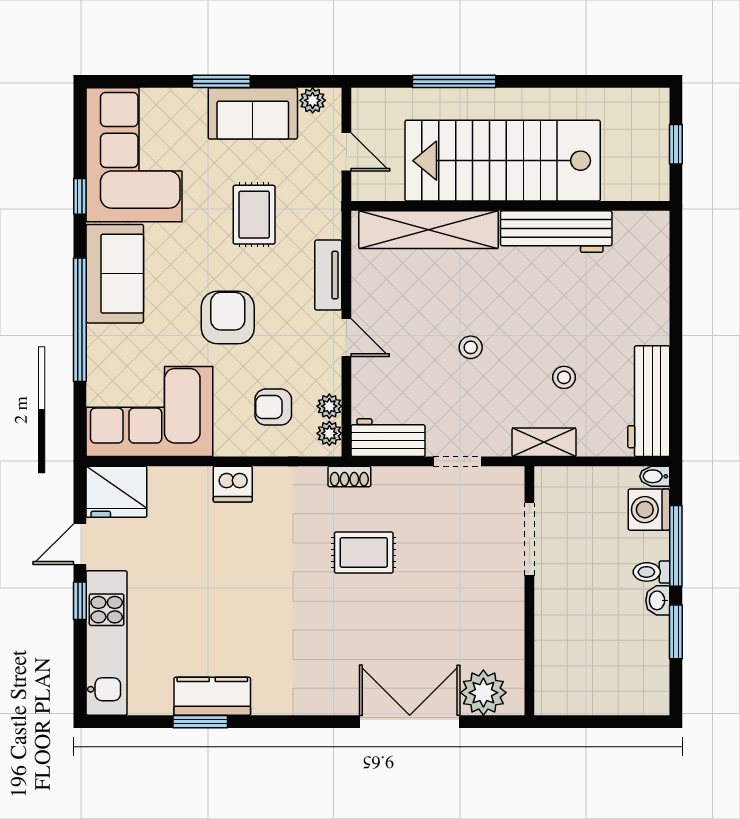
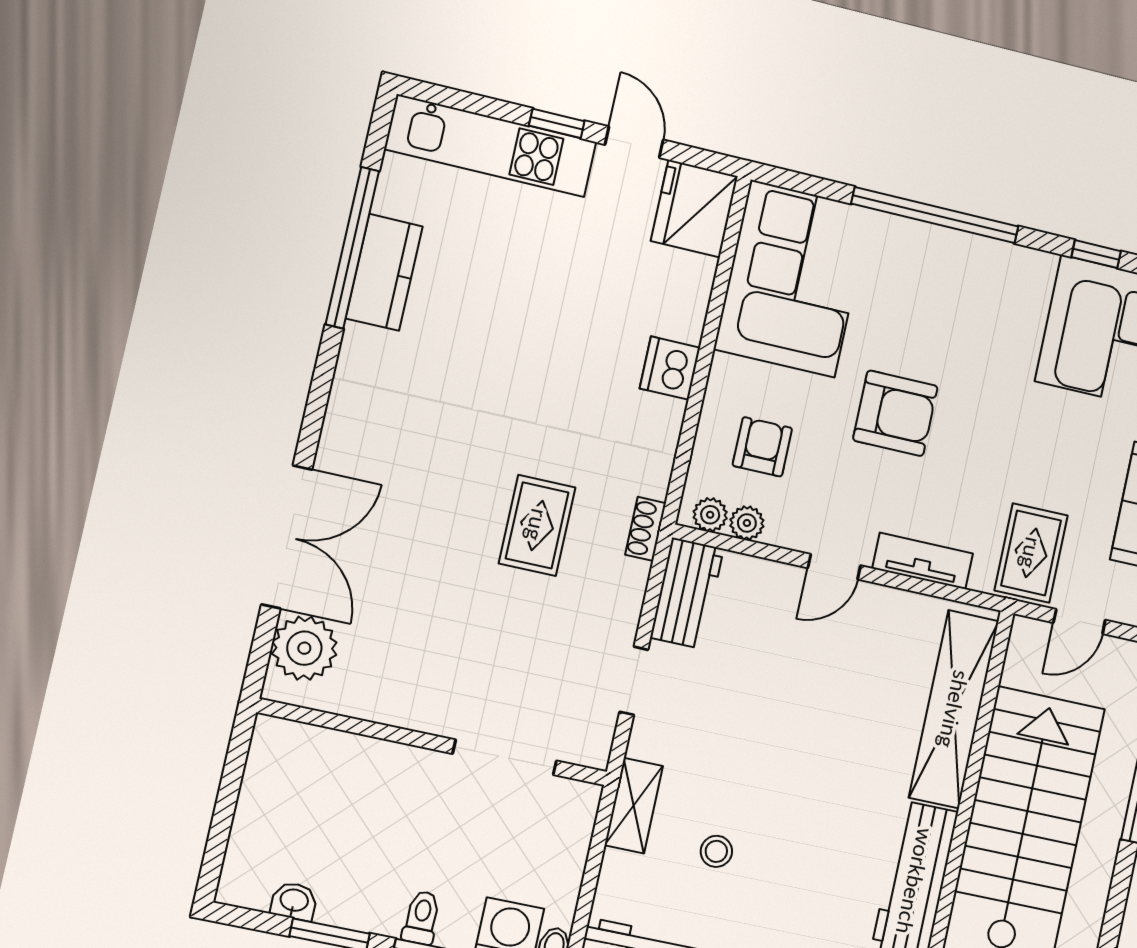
rug: (254, 215) -> (1031, 553), moved, turned 90
sofa: (115, 274) -> (986, 276), removed
stool: (471, 347) -> (785, 732), removed
washbasin: (658, 600) -> (294, 901), moved
window: (200, 722) -> (352, 248), width x2.11

